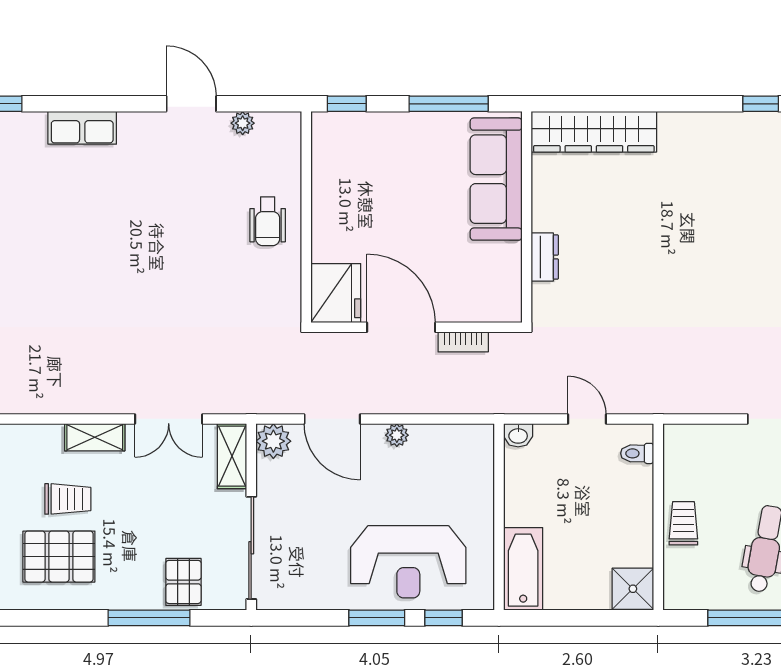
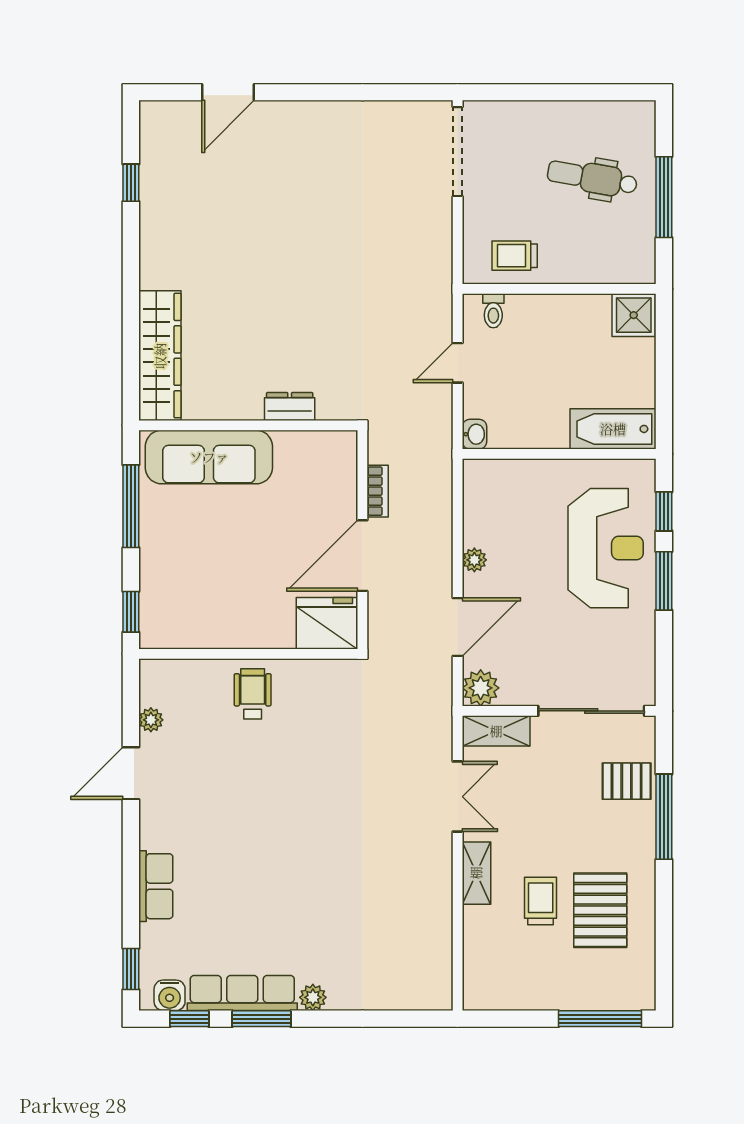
wheelchair: (268, 221) -> (253, 694), turned -90
trolley: (683, 523) -> (515, 256), moved

